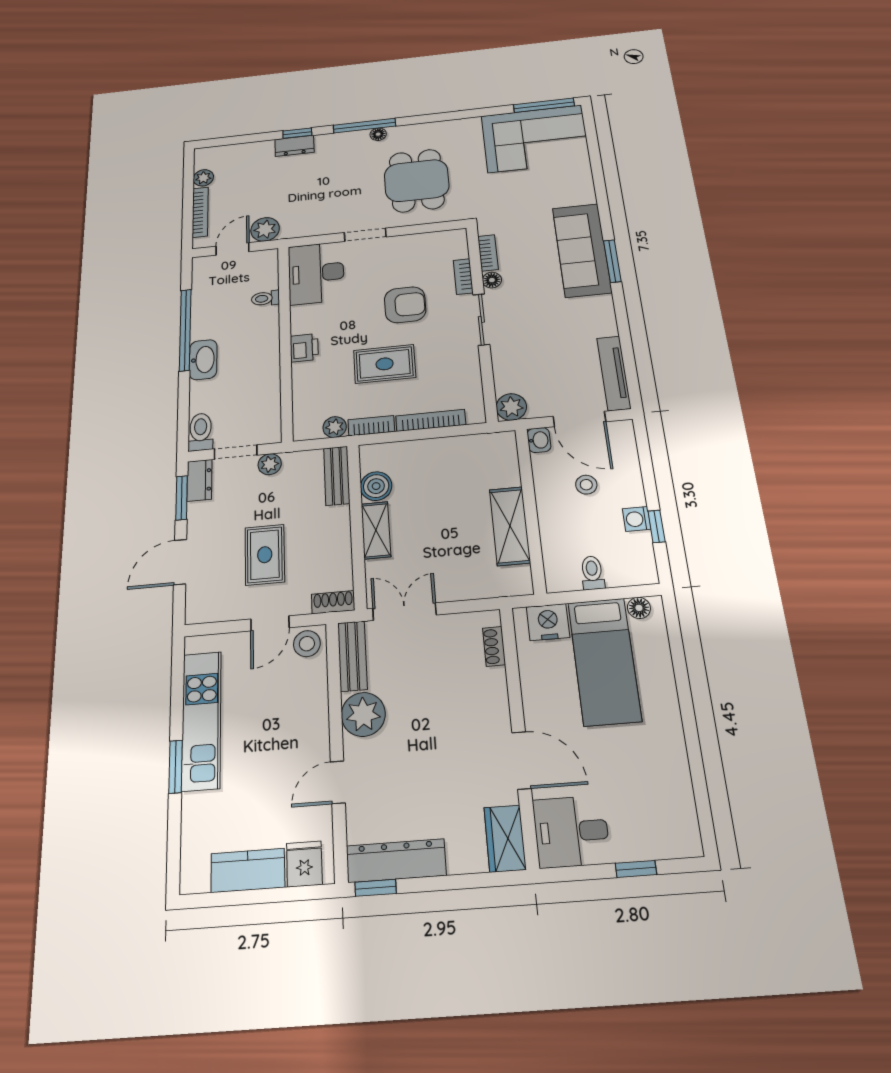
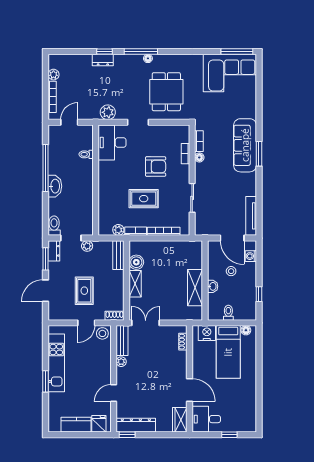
plant: (265, 229) -> (108, 112), moved
sliding door: (481, 319) -> (192, 198), moved
printer: (304, 348) -> (105, 185), removed
plant: (511, 407) -> (202, 228), removed
washbasin: (539, 440) -> (213, 286), moved
washing machine: (637, 519) -> (251, 256), moved
plant: (363, 714) -> (121, 362), width x0.53, depth x0.53

